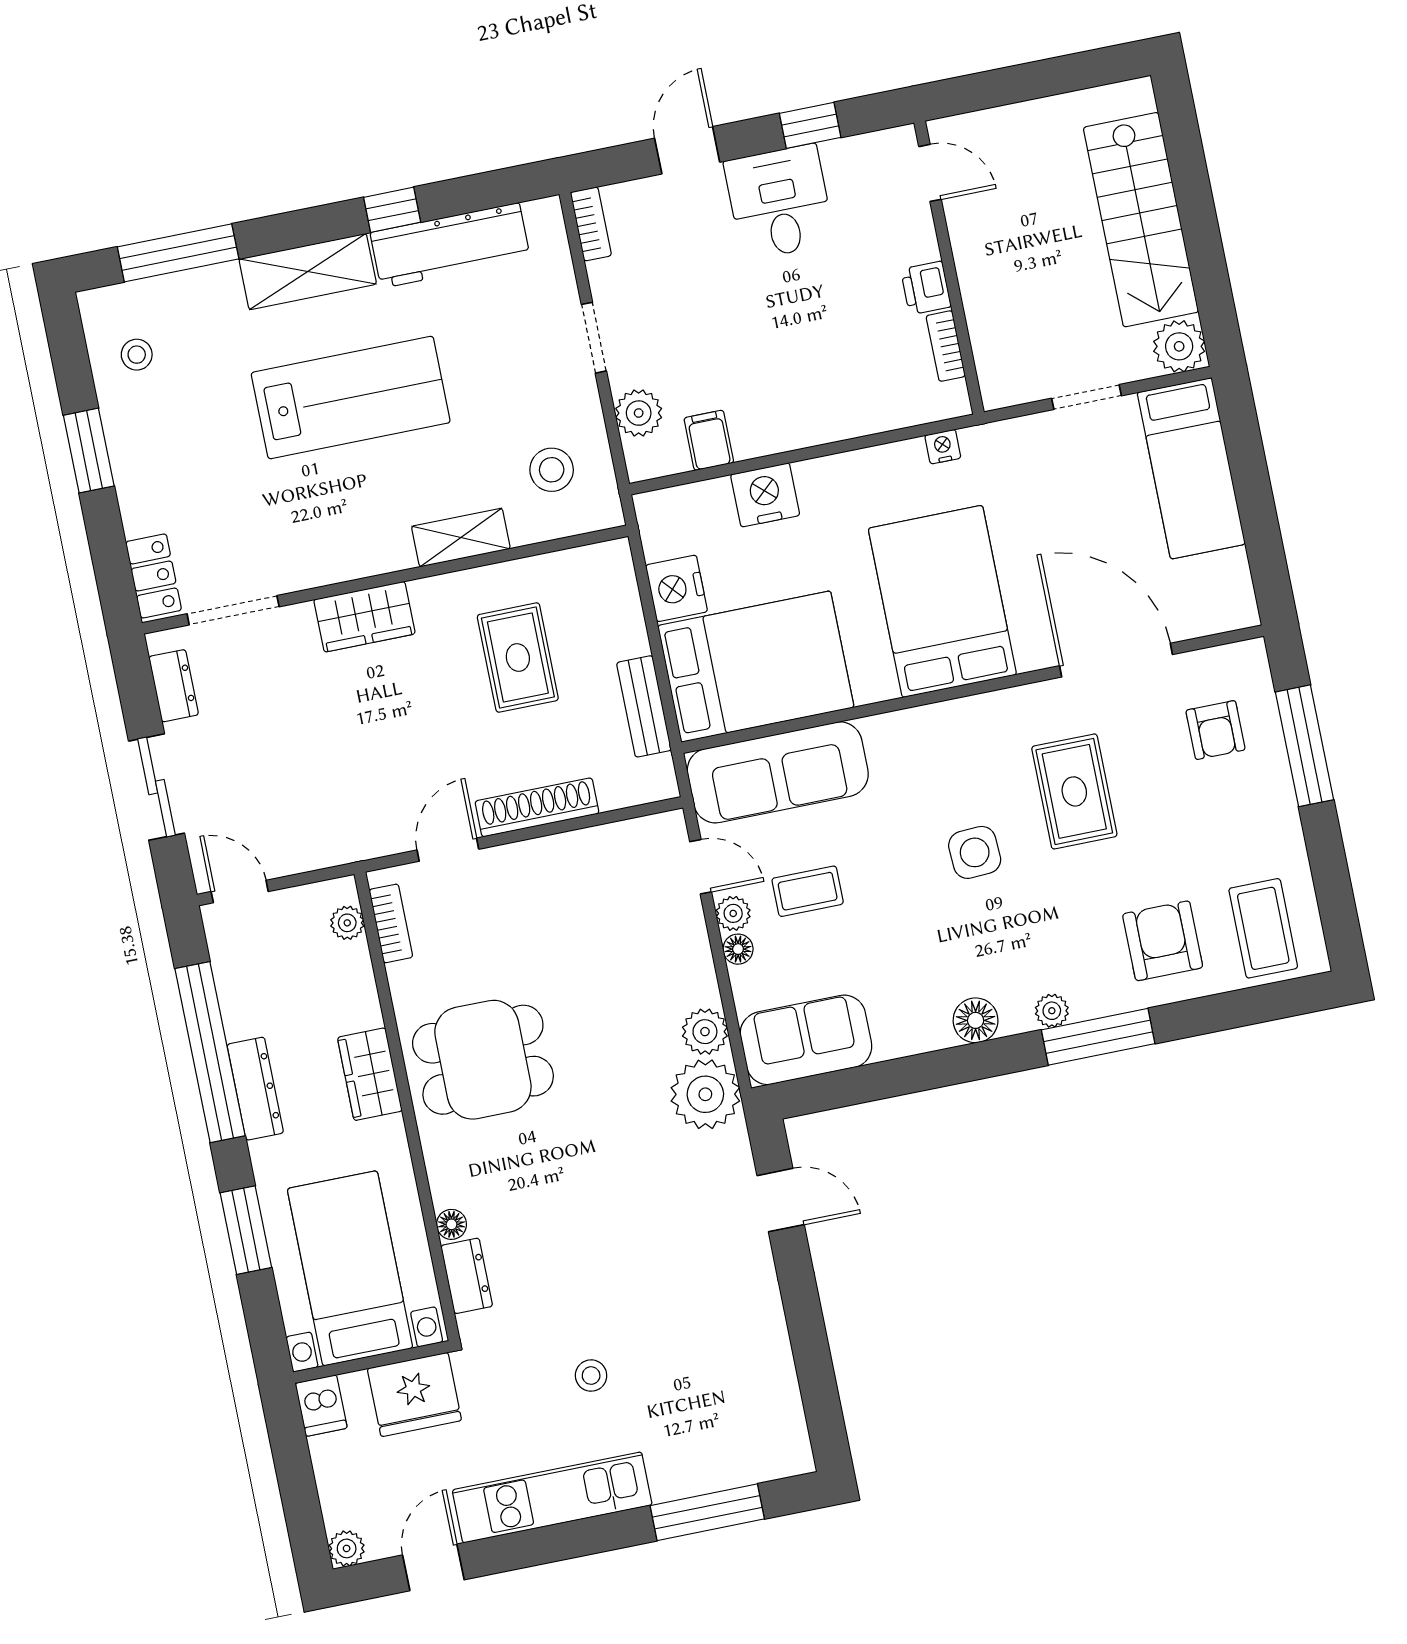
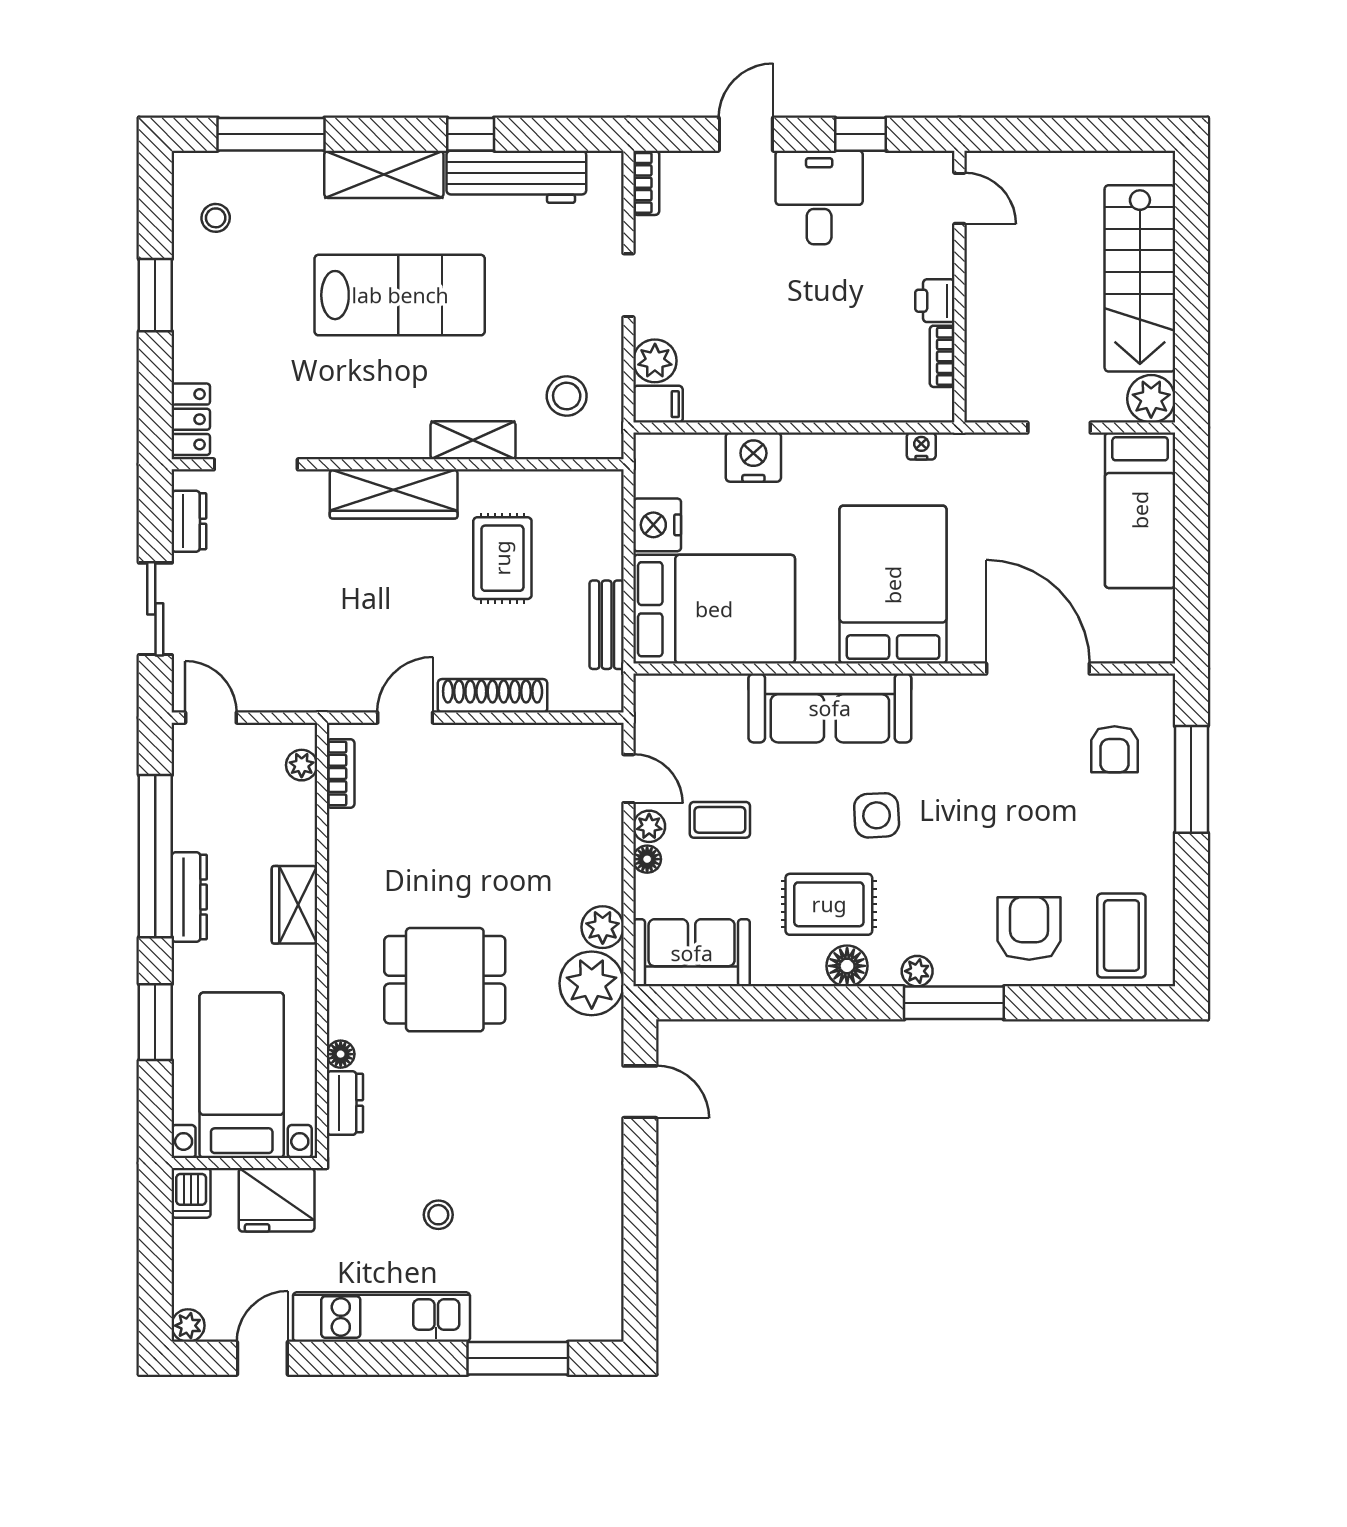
filing cabinet: (709, 440) -> (658, 404), moved, turned 90
wardrobe: (364, 617) -> (394, 494), width x1.50
sofa: (778, 772) -> (830, 708), moved
rug: (1074, 791) -> (829, 904), moved, turned 90
dining table: (483, 1060) -> (445, 980), moved

